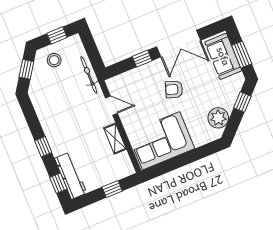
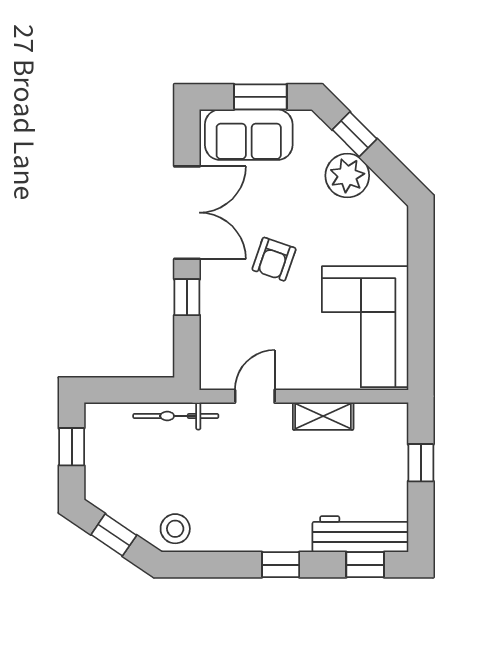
stool: (54, 60) -> (175, 529), moved
plant: (218, 118) -> (347, 176), moved

